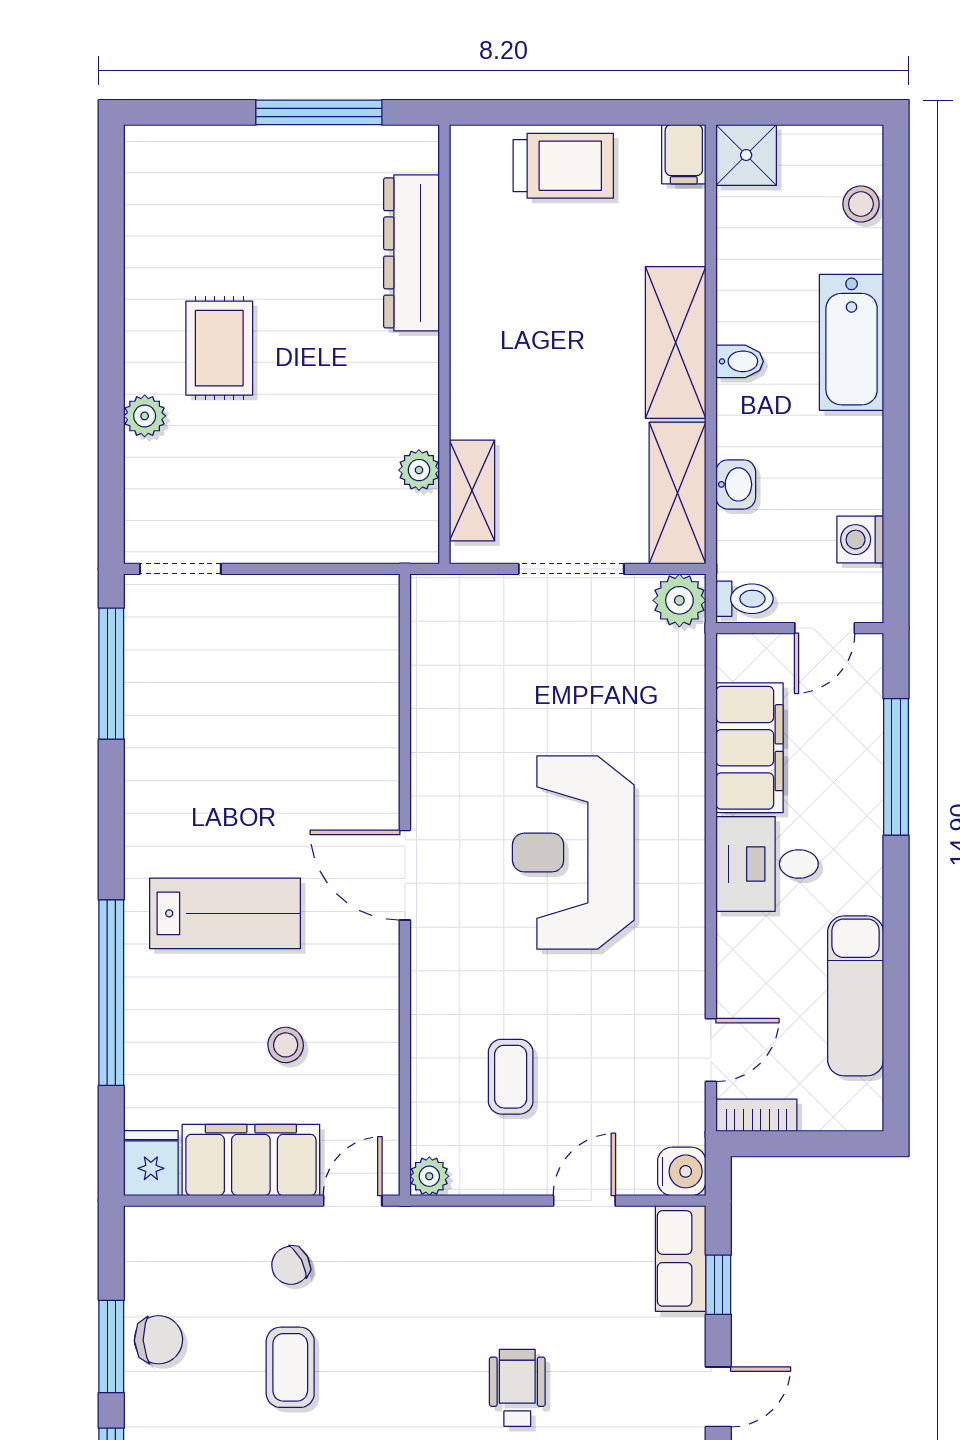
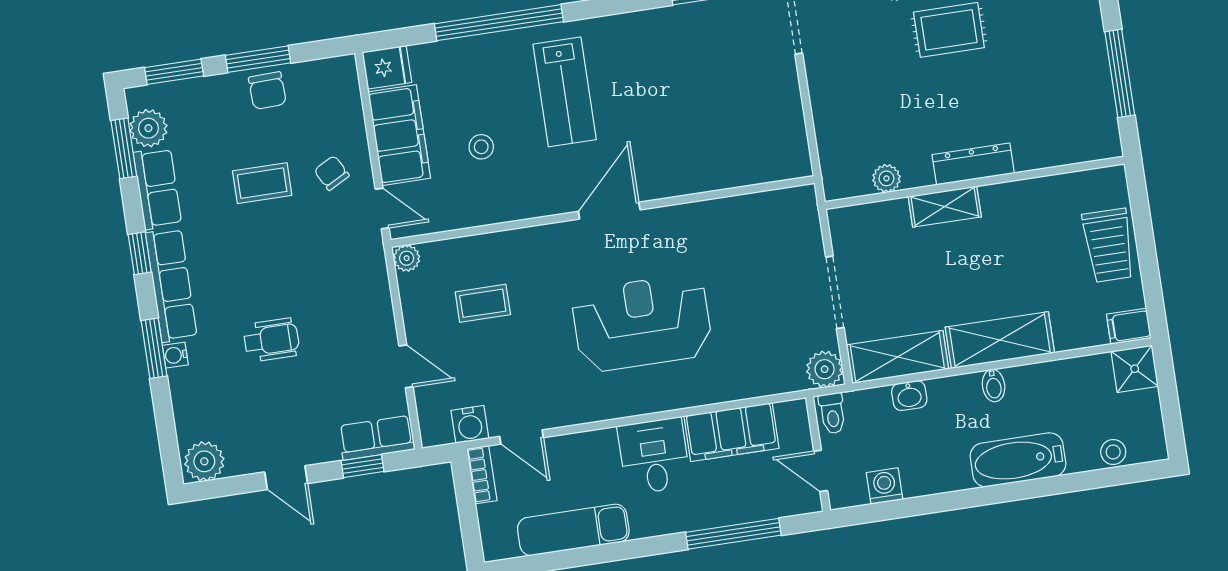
dresser: (412, 253) -> (973, 164), moved, width x0.73, depth x0.80
shelving: (472, 491) -> (945, 207), moved
water cooler: (682, 1171) -> (470, 424), moved

